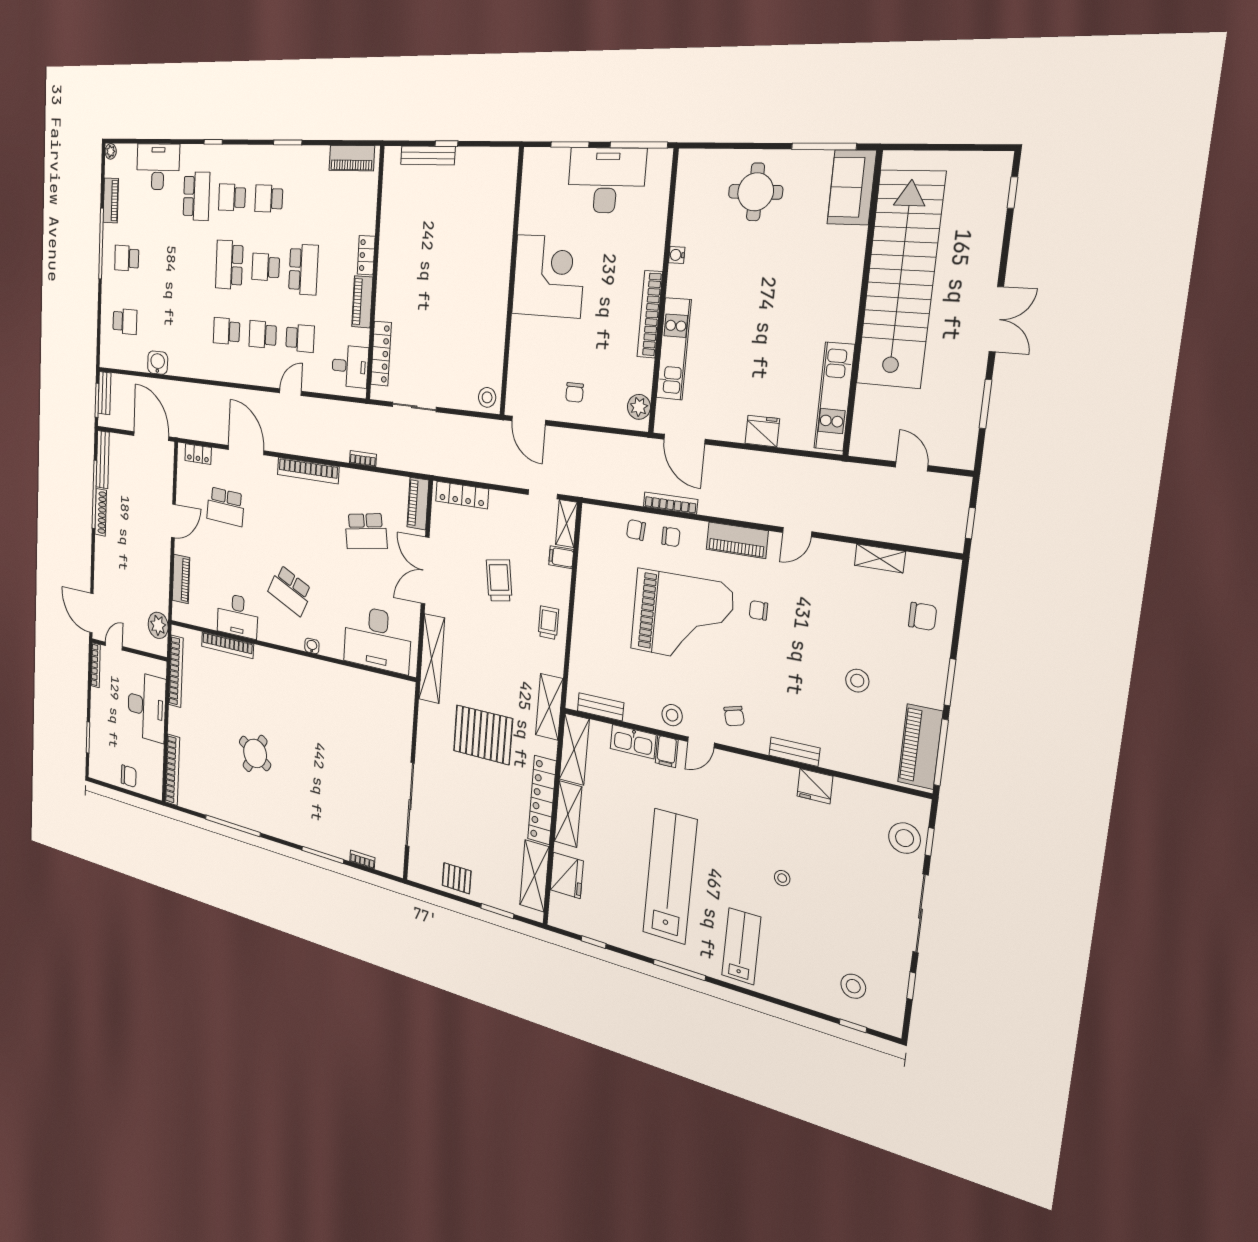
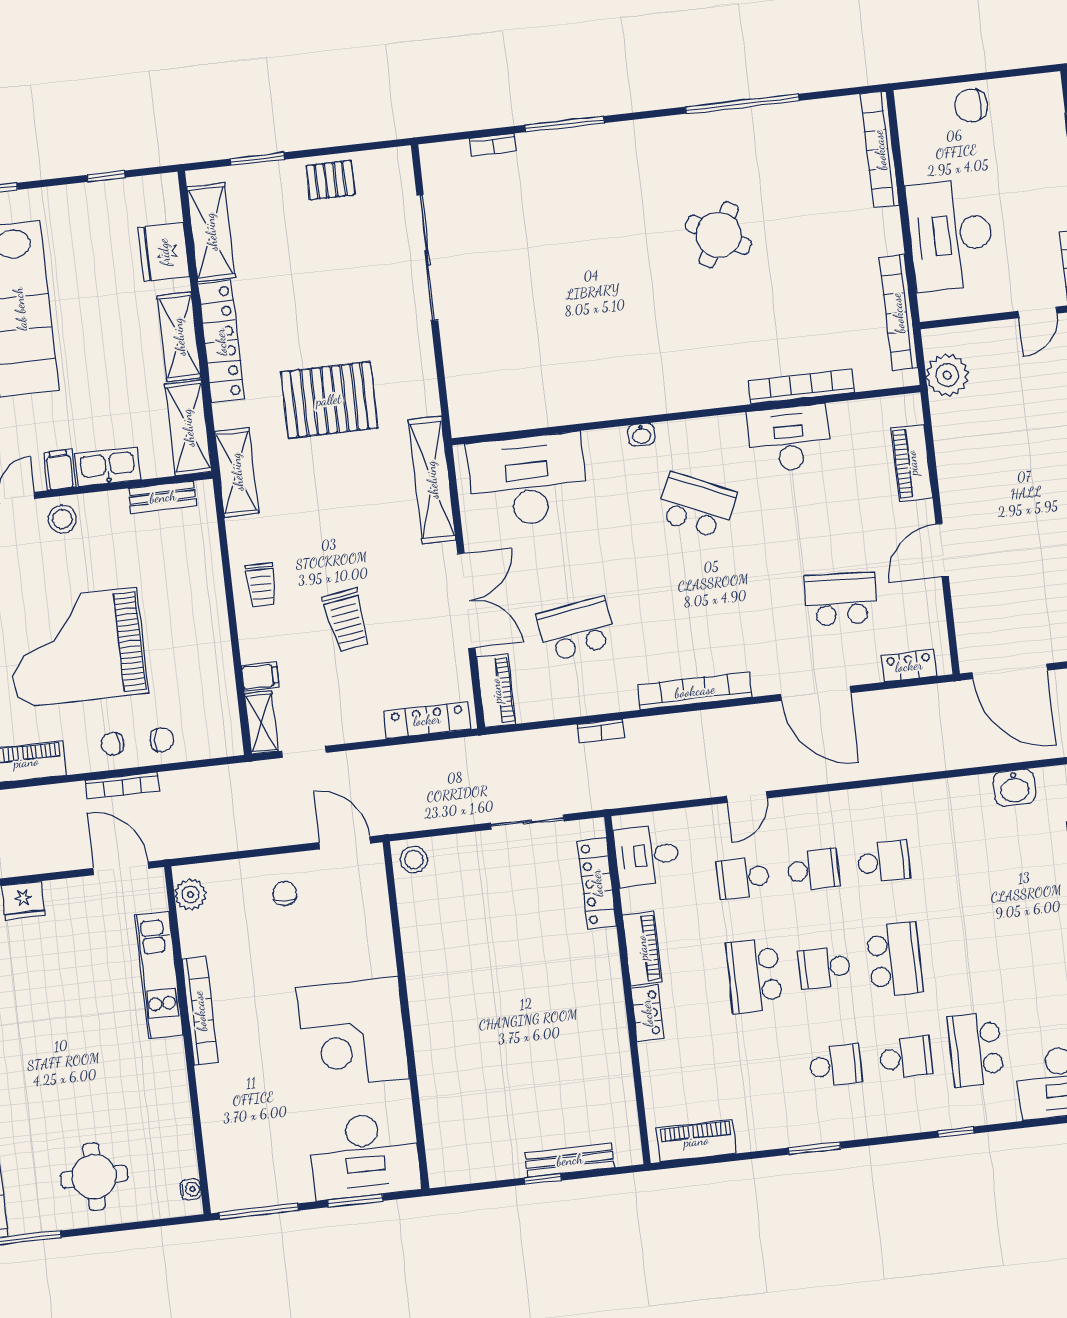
desk: (606, 180) -> (365, 1156), moved
water cooler: (677, 255) -> (191, 1189), moved
school desk: (266, 267) -> (824, 968), turned 180

